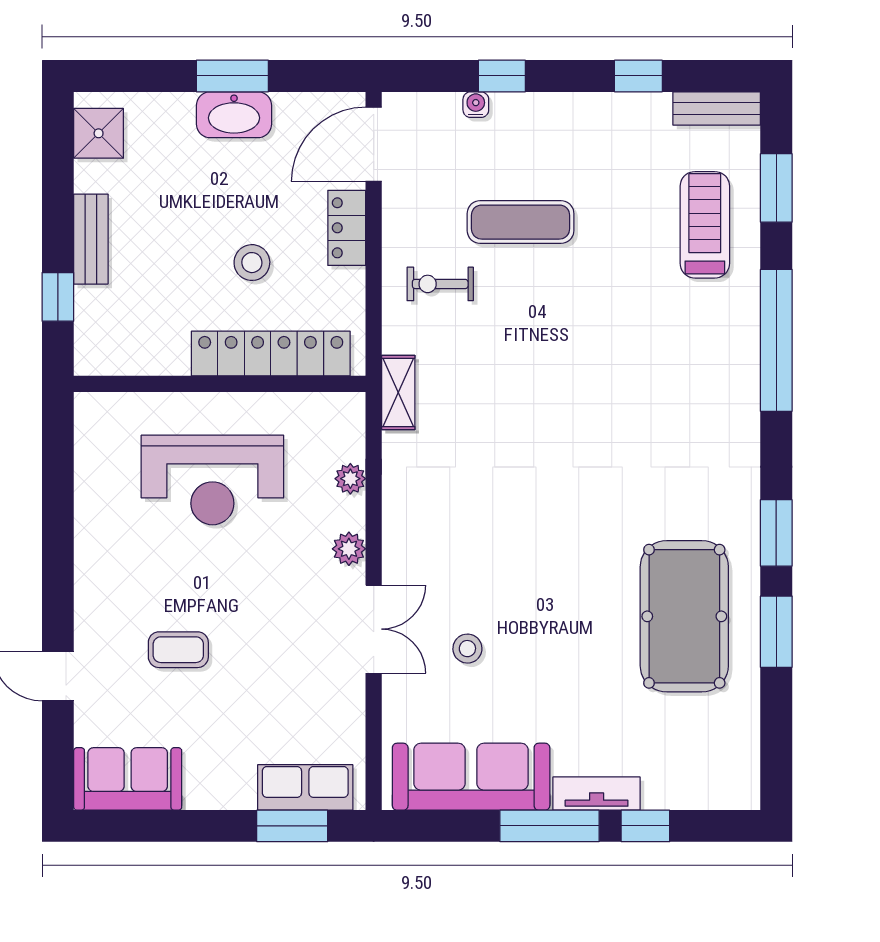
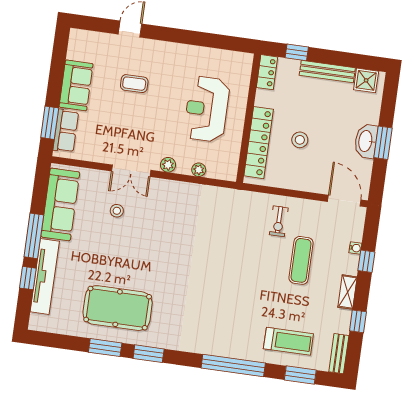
locker: (347, 228) -> (267, 72), moved, turned 90
bench: (91, 239) -> (327, 72), width x1.36
exercise bike: (440, 284) -> (279, 221), turned 180
shelving: (398, 392) -> (348, 292), moved, turned 90
coffee table: (178, 650) -> (134, 84), turned 90
sofa: (128, 779) -> (76, 85), moved
tv unit: (597, 794) -> (45, 276), width x1.92, depth x1.29

